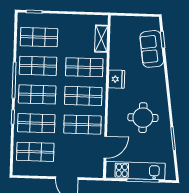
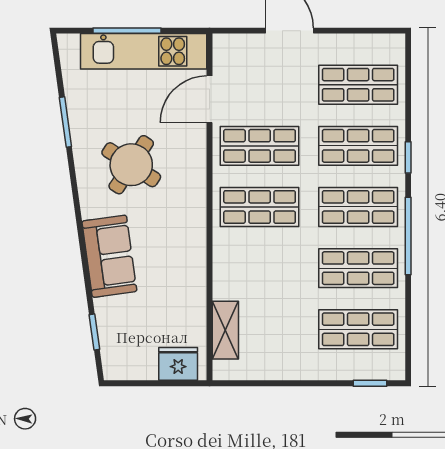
sofa: (152, 49) -> (109, 256), moved
shop shelf: (84, 67) -> (260, 268), removed
fridge: (116, 79) -> (178, 364), moved, turned 90
round table: (143, 118) -> (131, 165), turned 33

